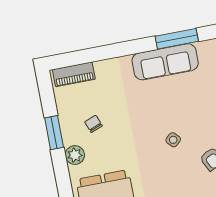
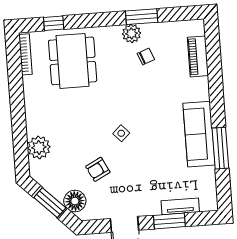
piano: (74, 74) -> (198, 56), moved
plant: (75, 155) -> (131, 33), moved

